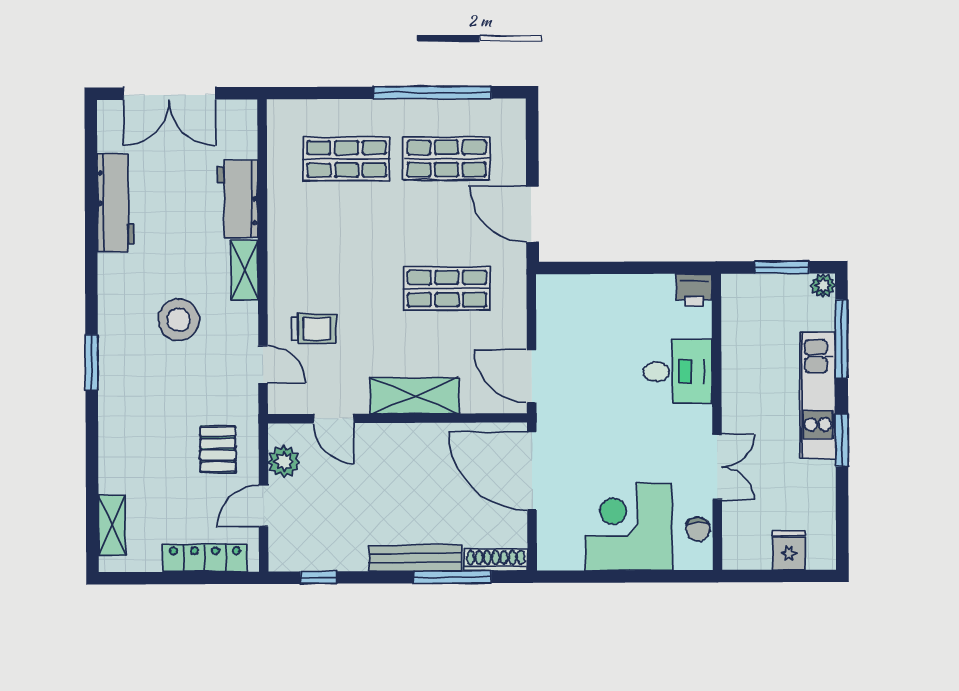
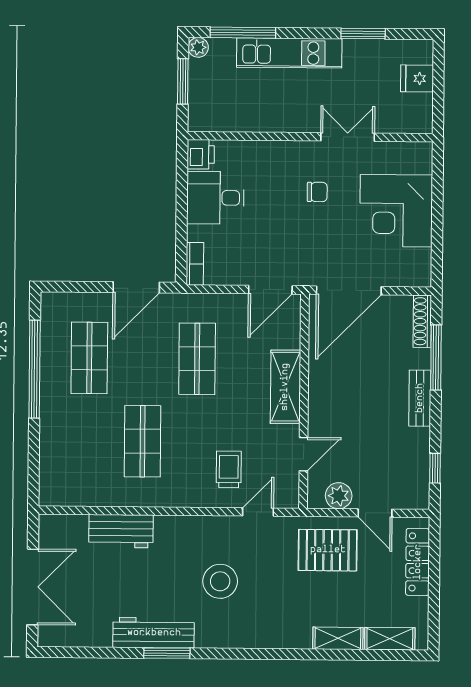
shop shelf: (346, 159) -> (142, 441), moved
workbench: (116, 203) -> (154, 633), moved
shelving: (244, 270) -> (338, 638), moved
bookcase: (562, 285) -> (195, 264), added
window: (92, 362) -> (167, 653), moved
desk: (678, 372) -> (215, 198), moved, turned -90
window: (842, 440) -> (363, 34), moved
pallet: (218, 449) -> (328, 550), width x1.50, depth x1.42
chair: (698, 529) -> (317, 192), moved
bench: (415, 558) -> (420, 398), width x0.73

